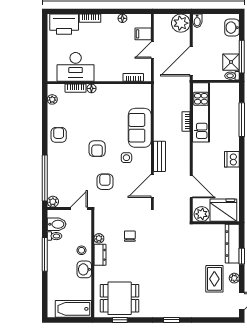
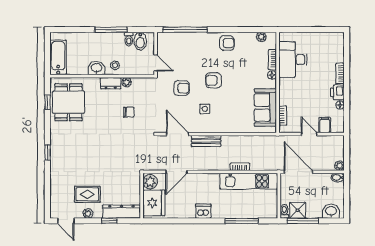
plant: (181, 23) -> (339, 166), width x0.53, depth x0.53
printer: (64, 24) -> (337, 92), moved, width x0.53, depth x0.68
sofa: (140, 128) -> (265, 108), moved, turned -90
plant: (53, 202) -> (162, 38), removed

